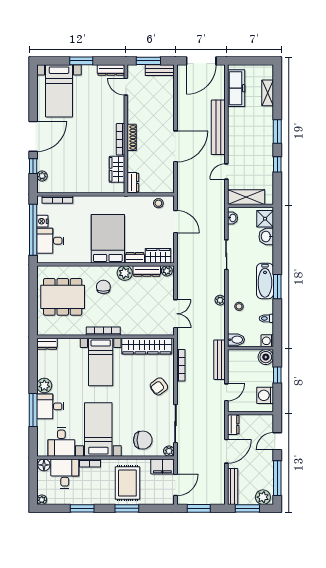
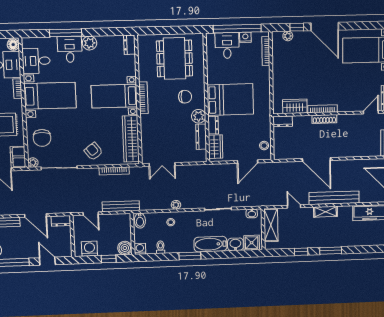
shelving: (268, 93) -> (325, 212), moved
plant: (167, 271) -> (202, 155), removed
bathtub: (265, 281) -> (210, 244), moved

